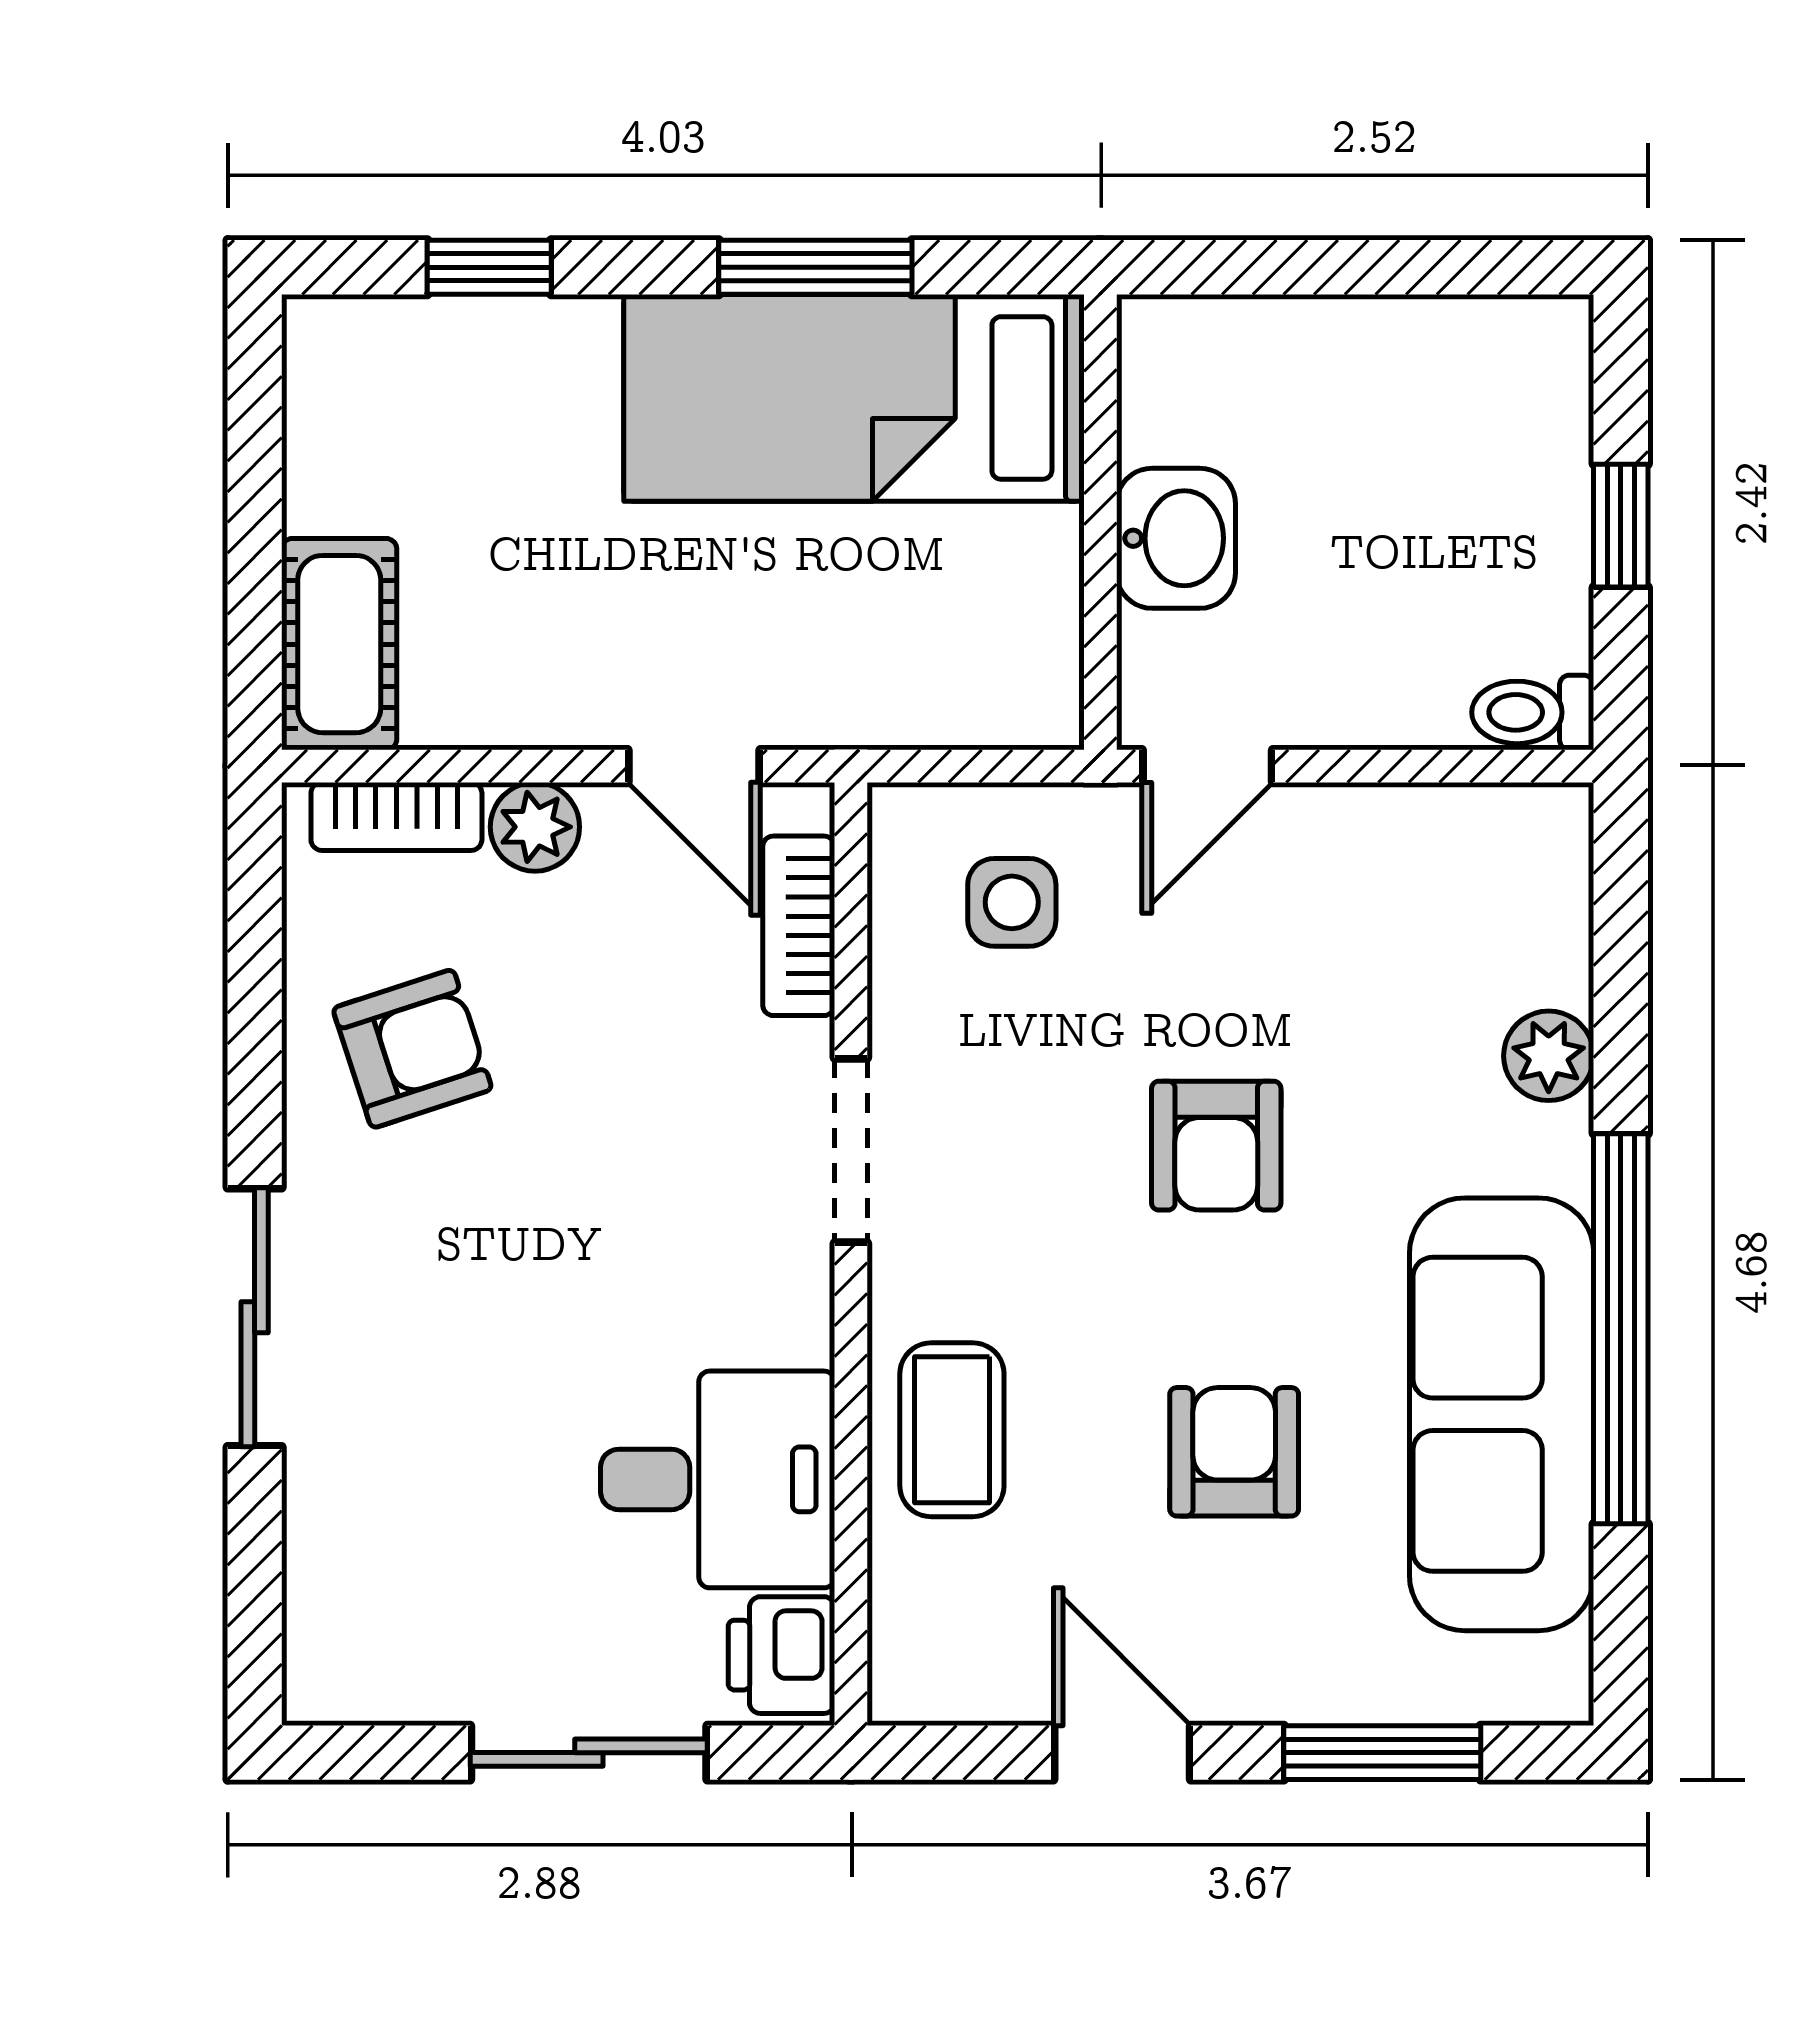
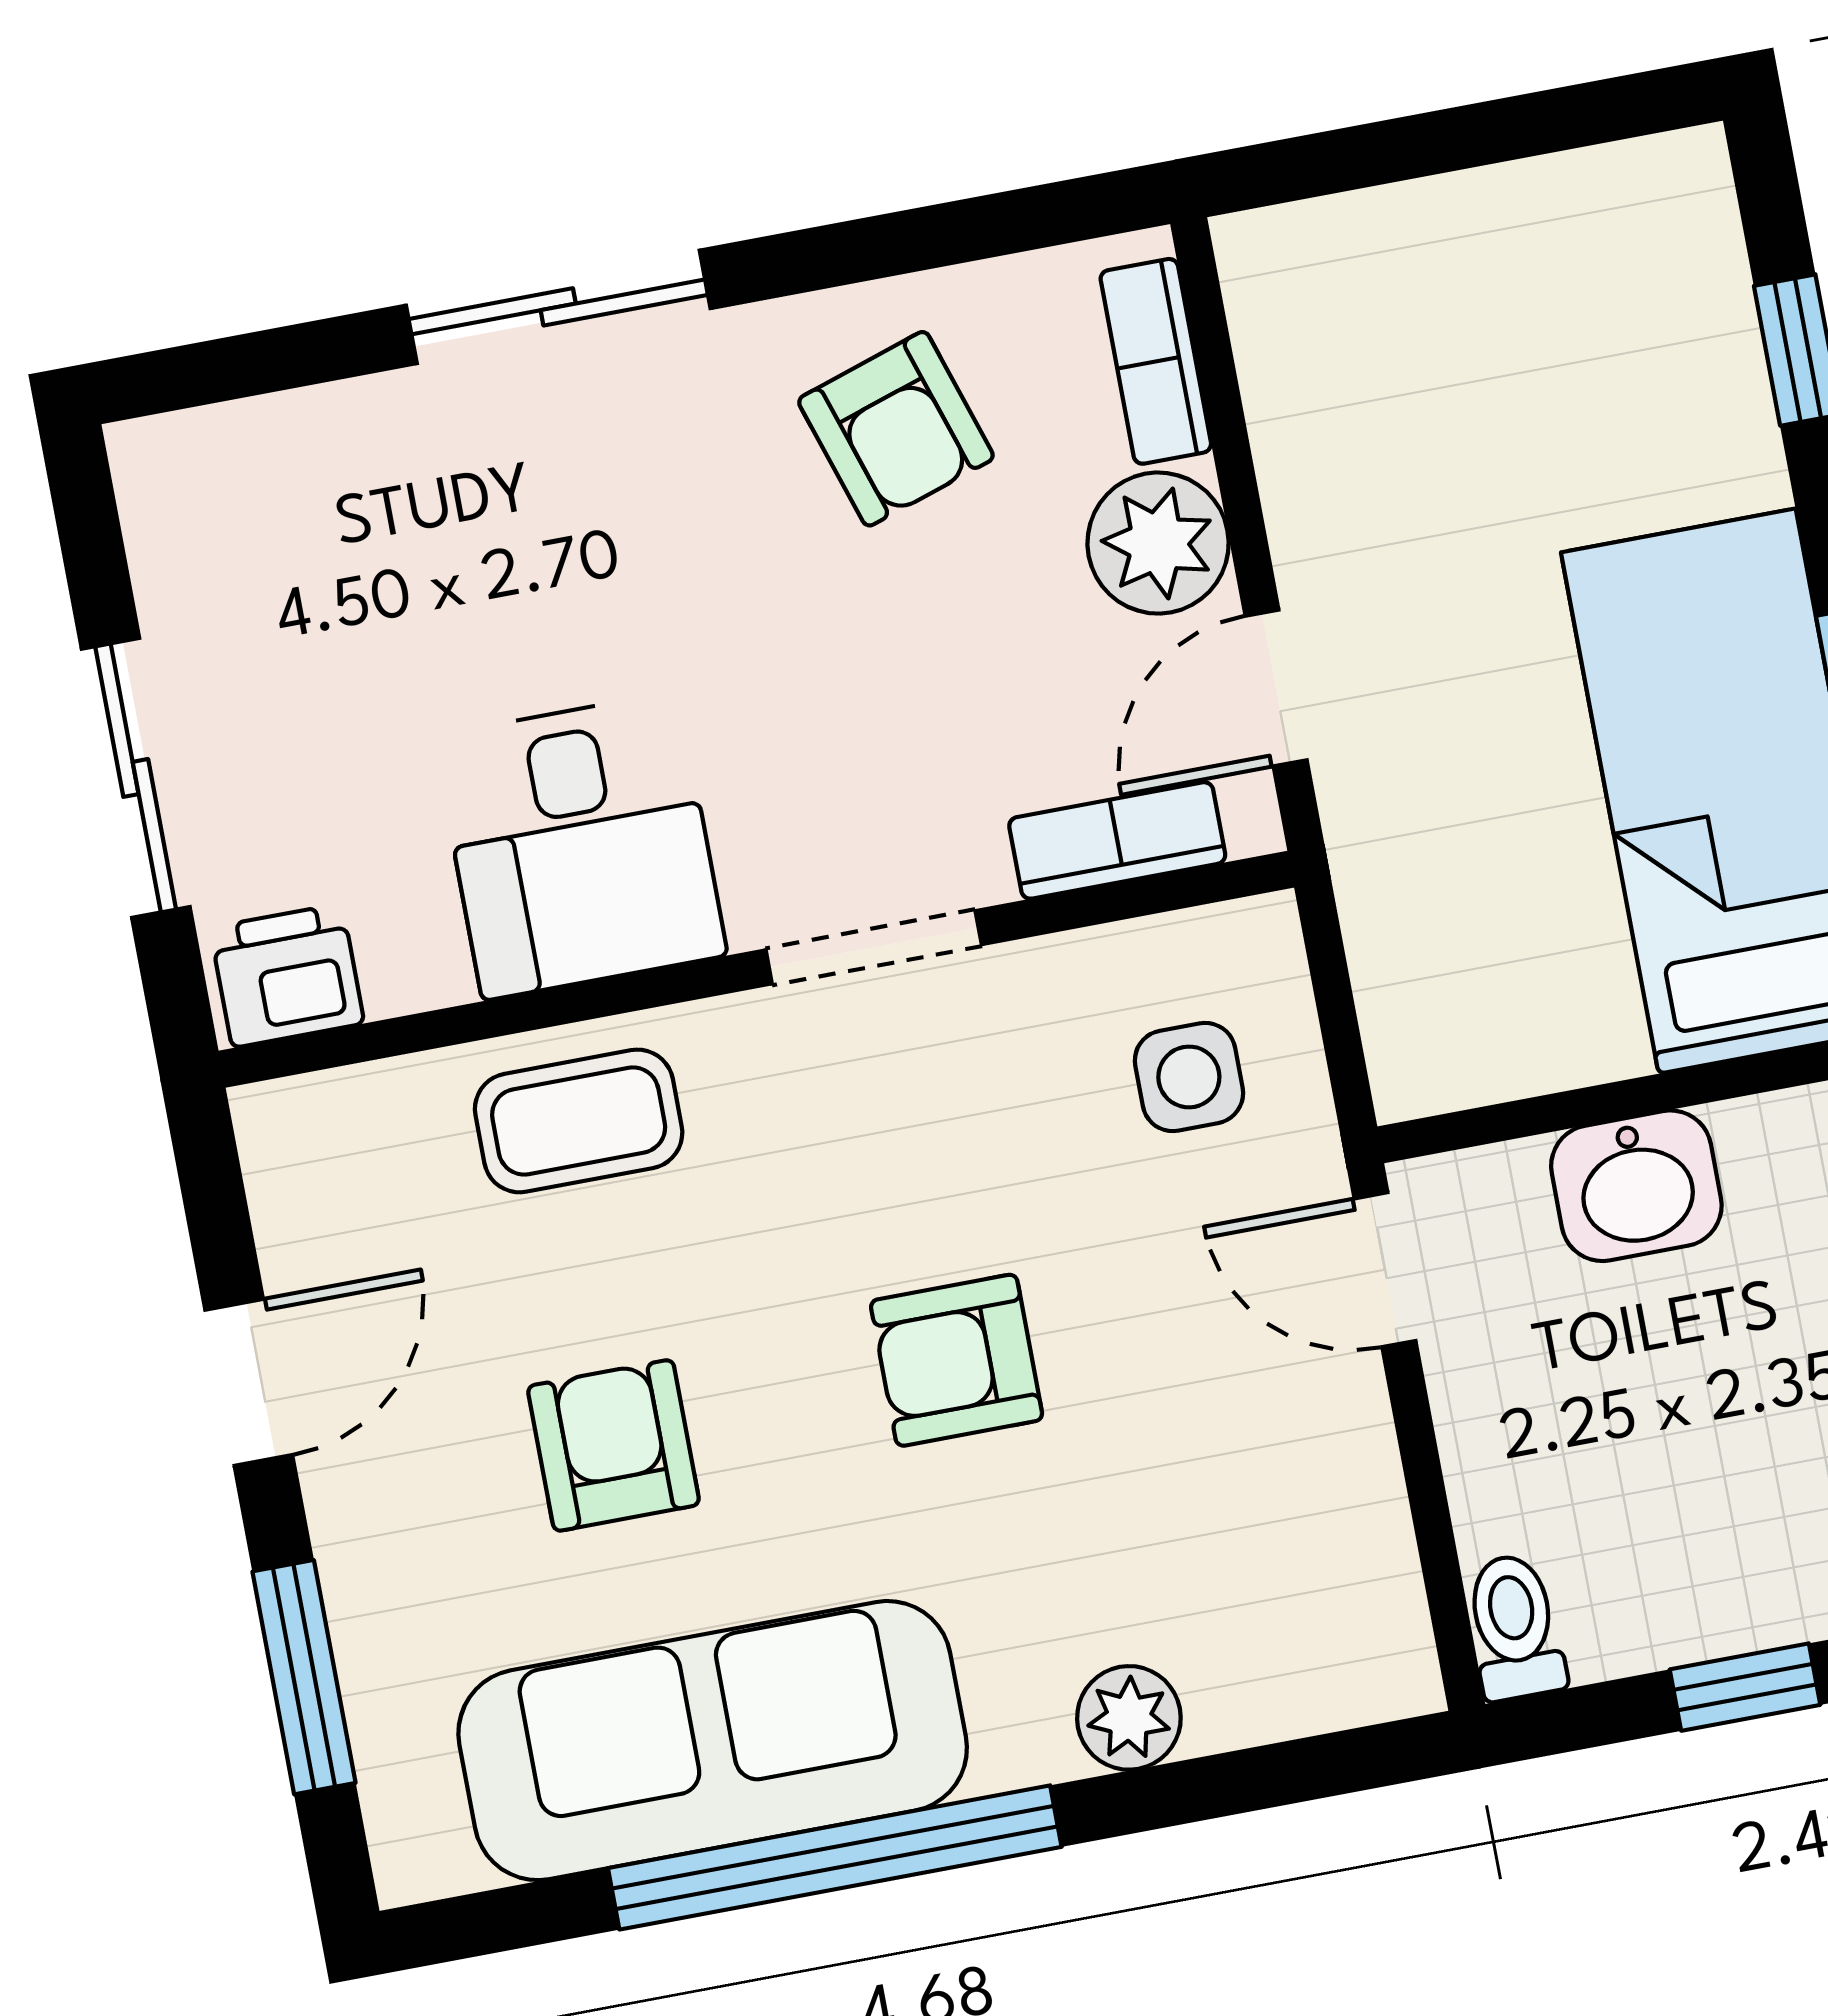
cot: (339, 644) -> (1339, 260), removed
plant: (535, 827) -> (1158, 543), width x1.38, depth x1.38
armchair: (1234, 1452) -> (613, 1445), turned -90
desk: (718, 1479) -> (580, 846), moved

